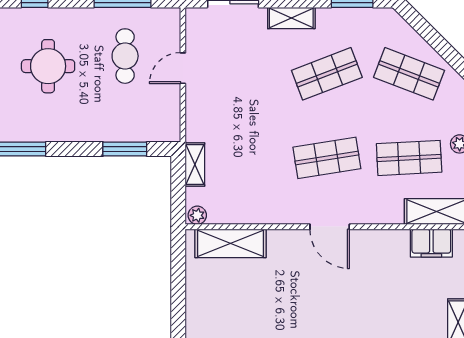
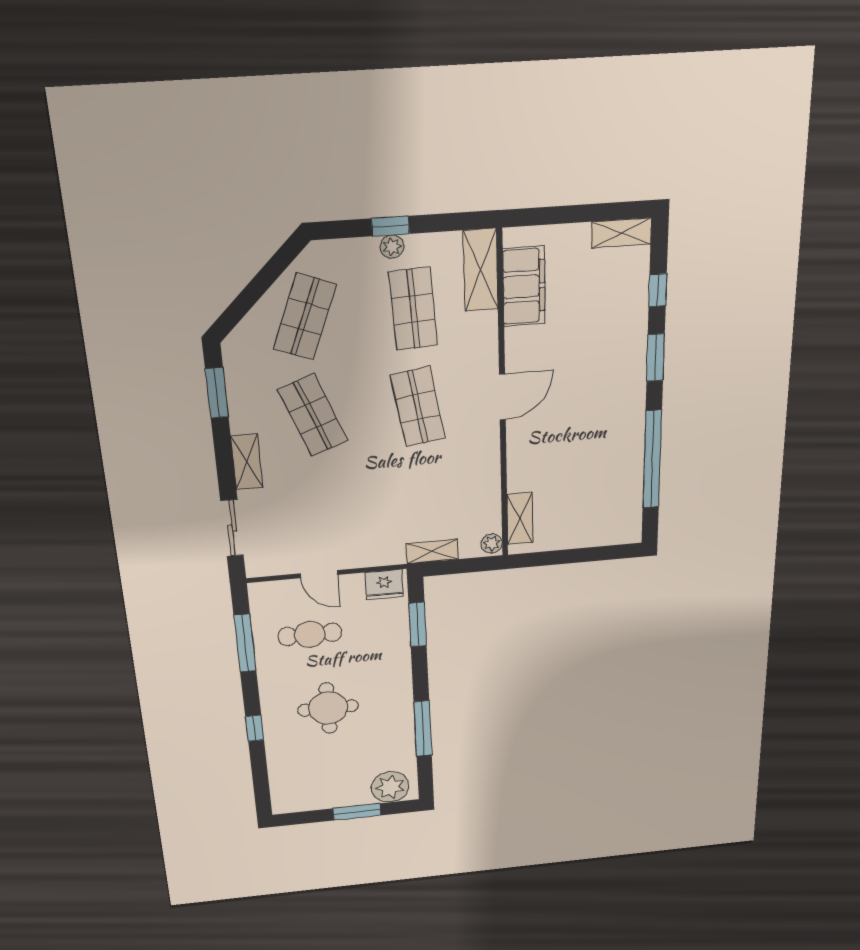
fridge: (167, 122) -> (384, 585), added
shelving: (230, 243) -> (520, 519), width x0.67, depth x0.75
filing cabinet: (431, 243) -> (524, 286), width x1.50, depth x1.17

